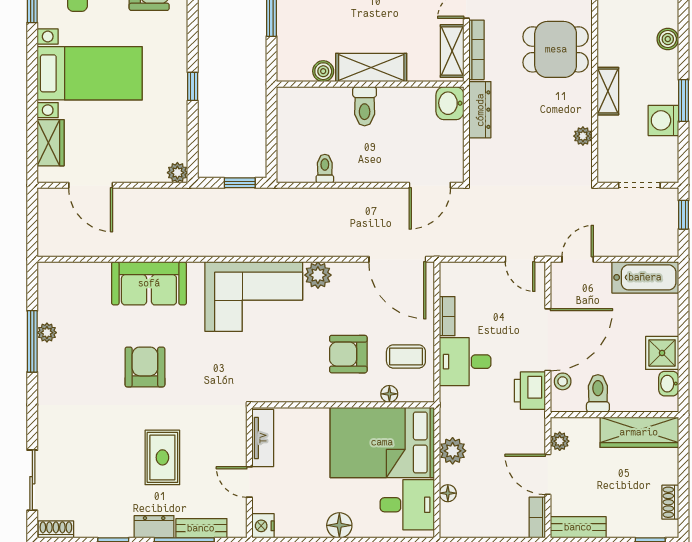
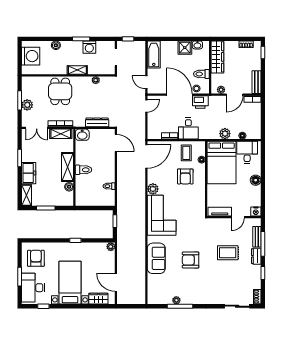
dresser: (480, 110) -> (97, 122), moved
door: (91, 185) -> (116, 282), swing flipped

